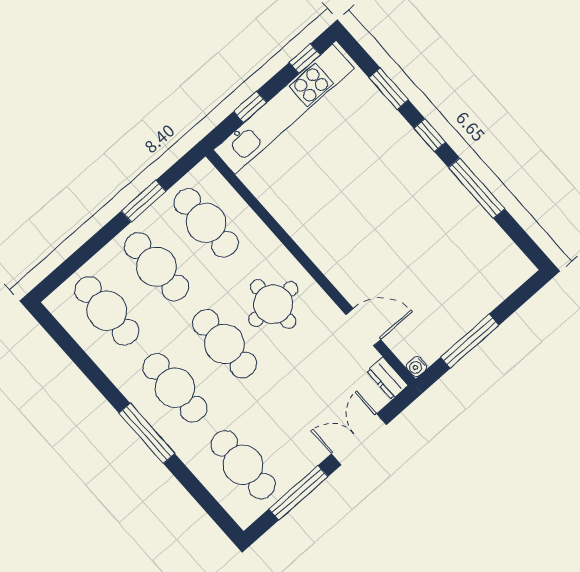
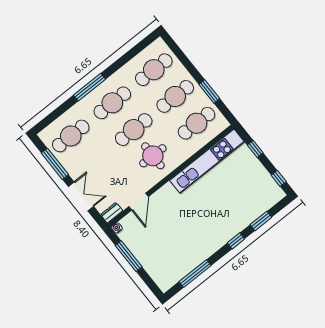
kitchen unit: (284, 109) -> (207, 161), moved, turned -90
window: (477, 188) -> (195, 274), moved

